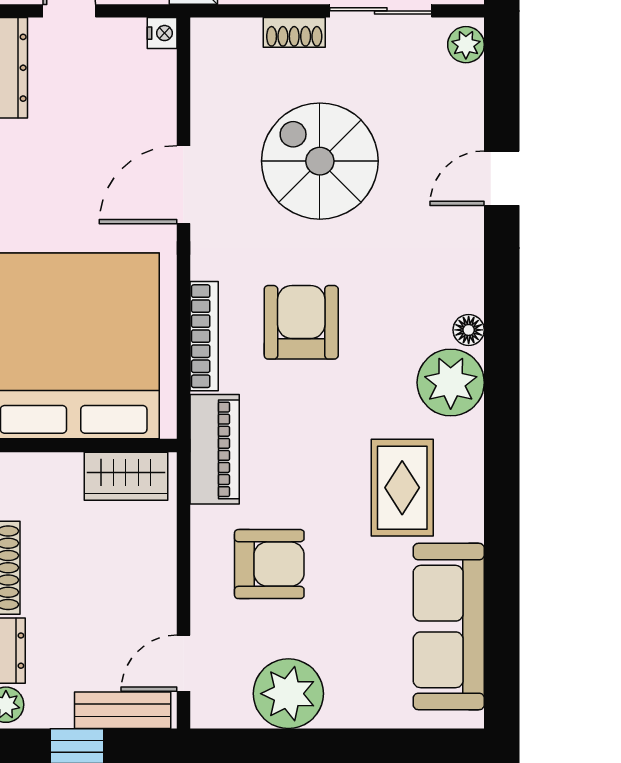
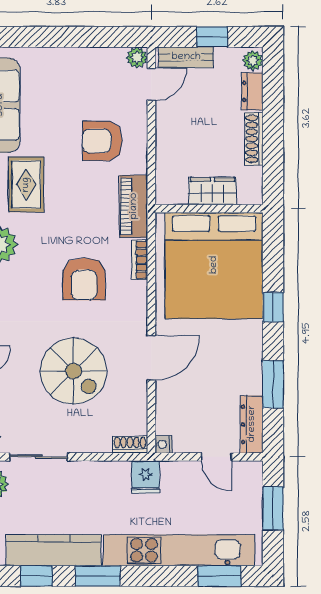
shoe rack: (294, 32) -> (130, 445), moved
bookcase: (204, 336) -> (140, 260), width x0.64
wardrobe: (126, 476) -> (212, 191), moved
plant: (288, 694) -> (137, 57), moved, width x0.53, depth x0.53

